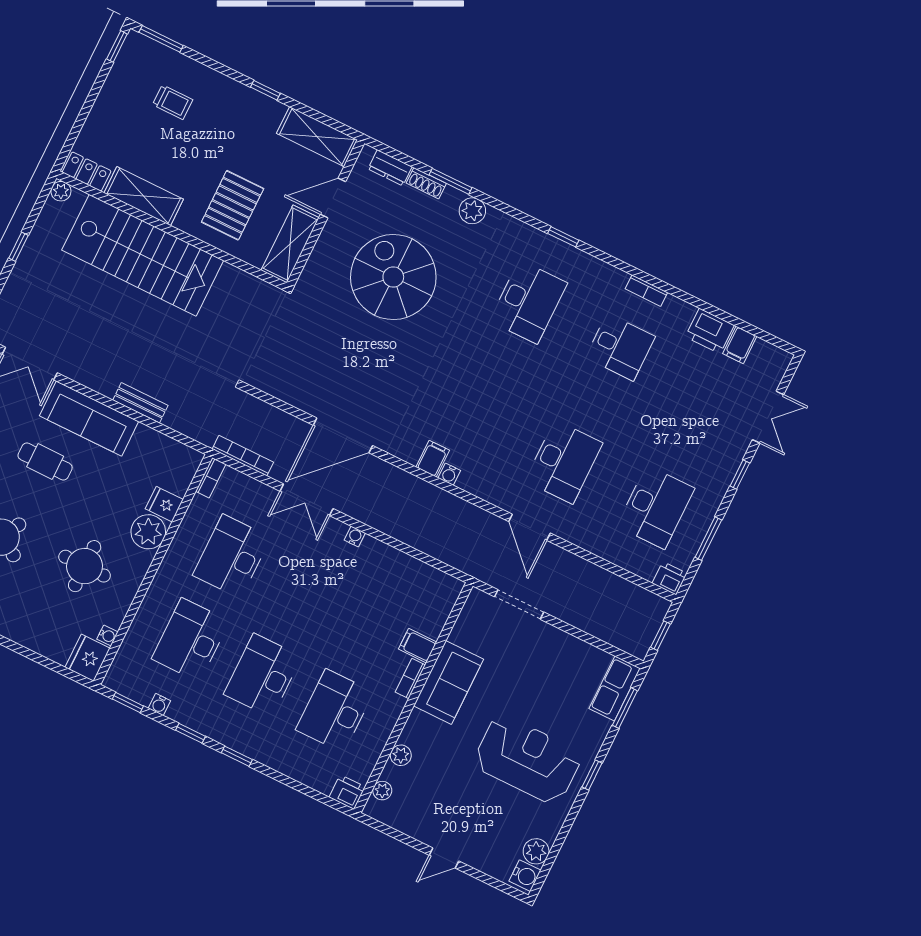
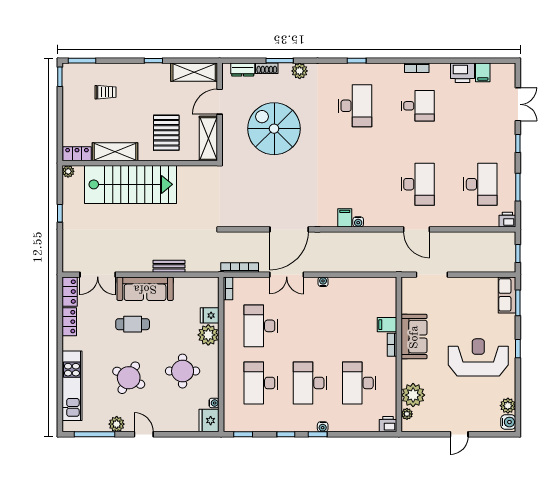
water cooler: (159, 704) -> (323, 427), moved
plant: (401, 755) -> (413, 395), width x1.88, depth x1.88

